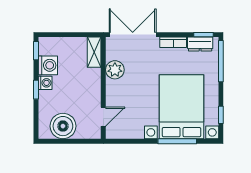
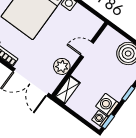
washing machine: (45, 83) -> (100, 119), moved
door: (103, 117) -> (87, 49), moved

